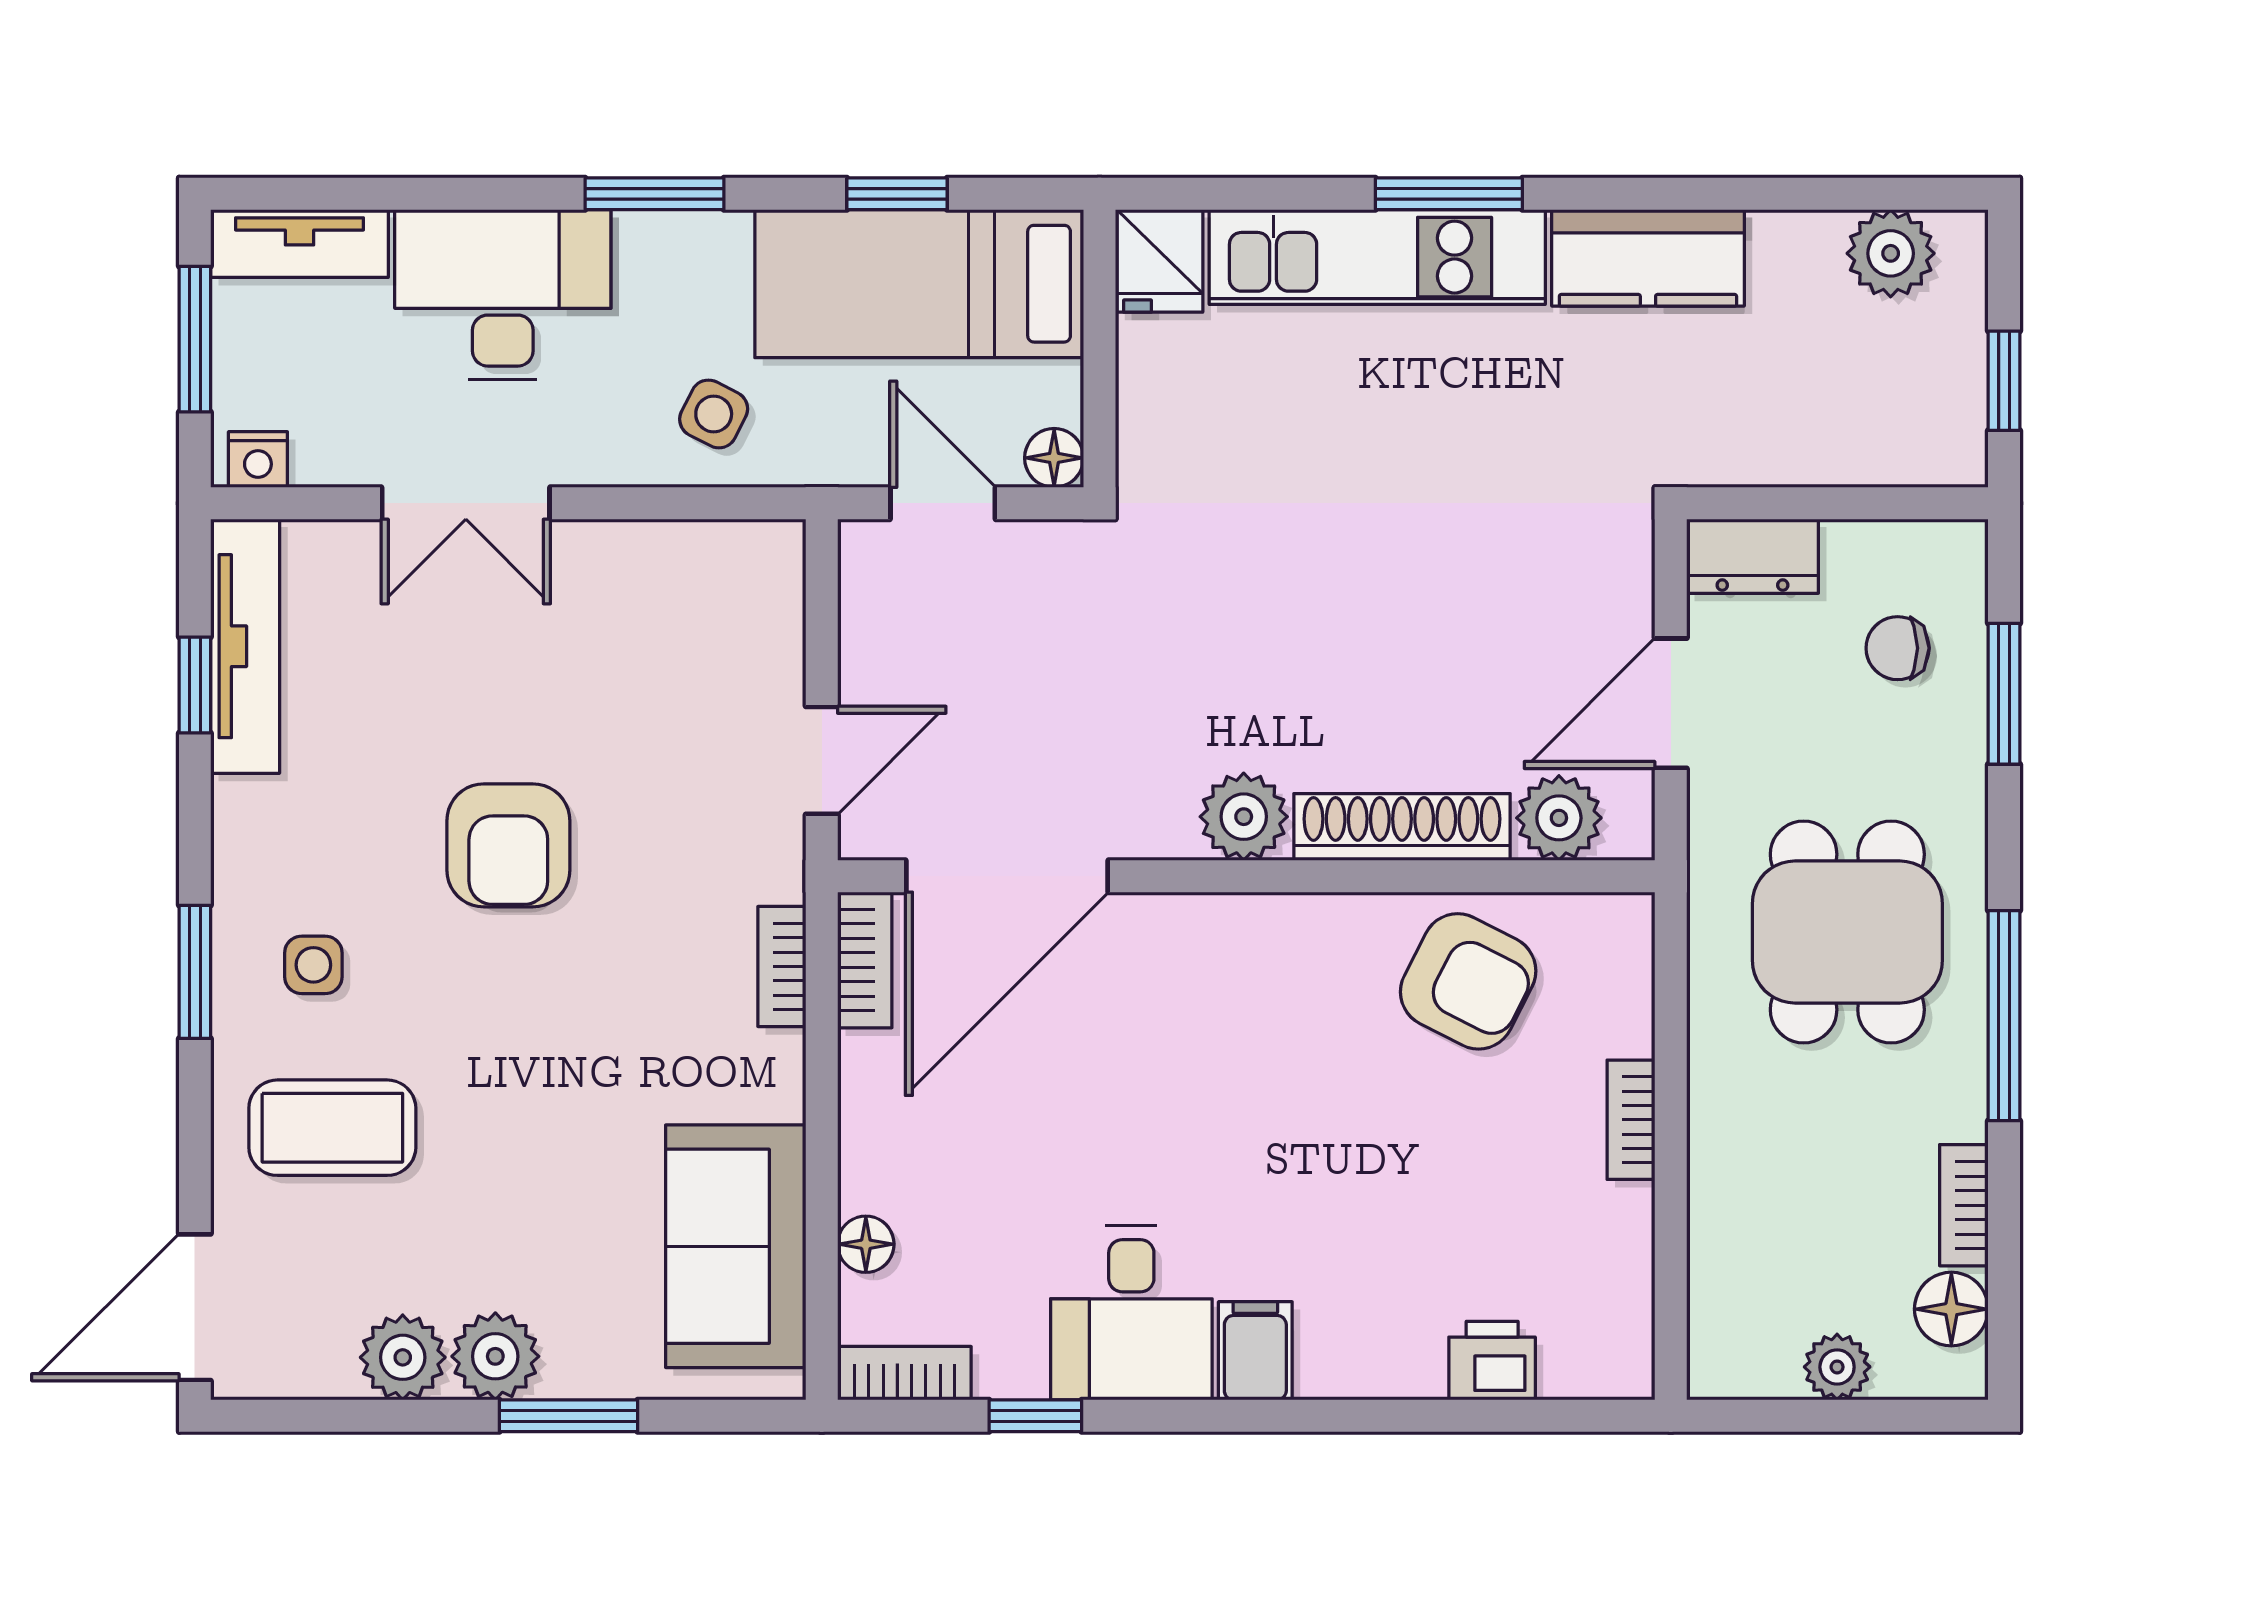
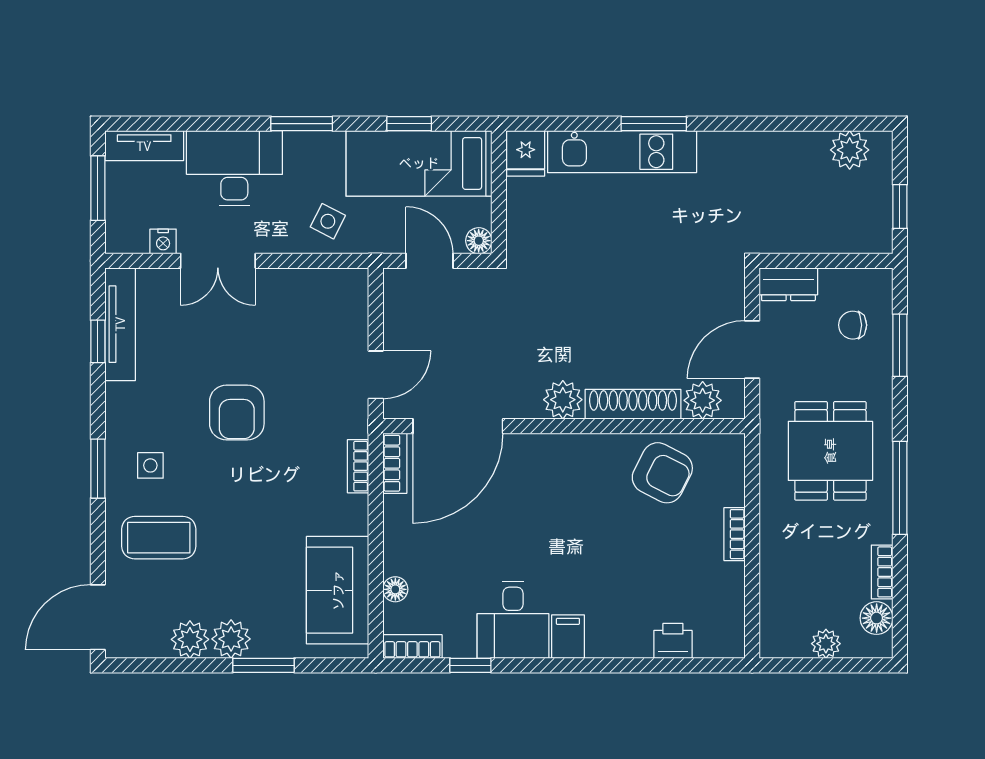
kitchen counter: (1648, 258) -> (742, 152), removed
nightstand: (258, 460) -> (163, 241), moved

